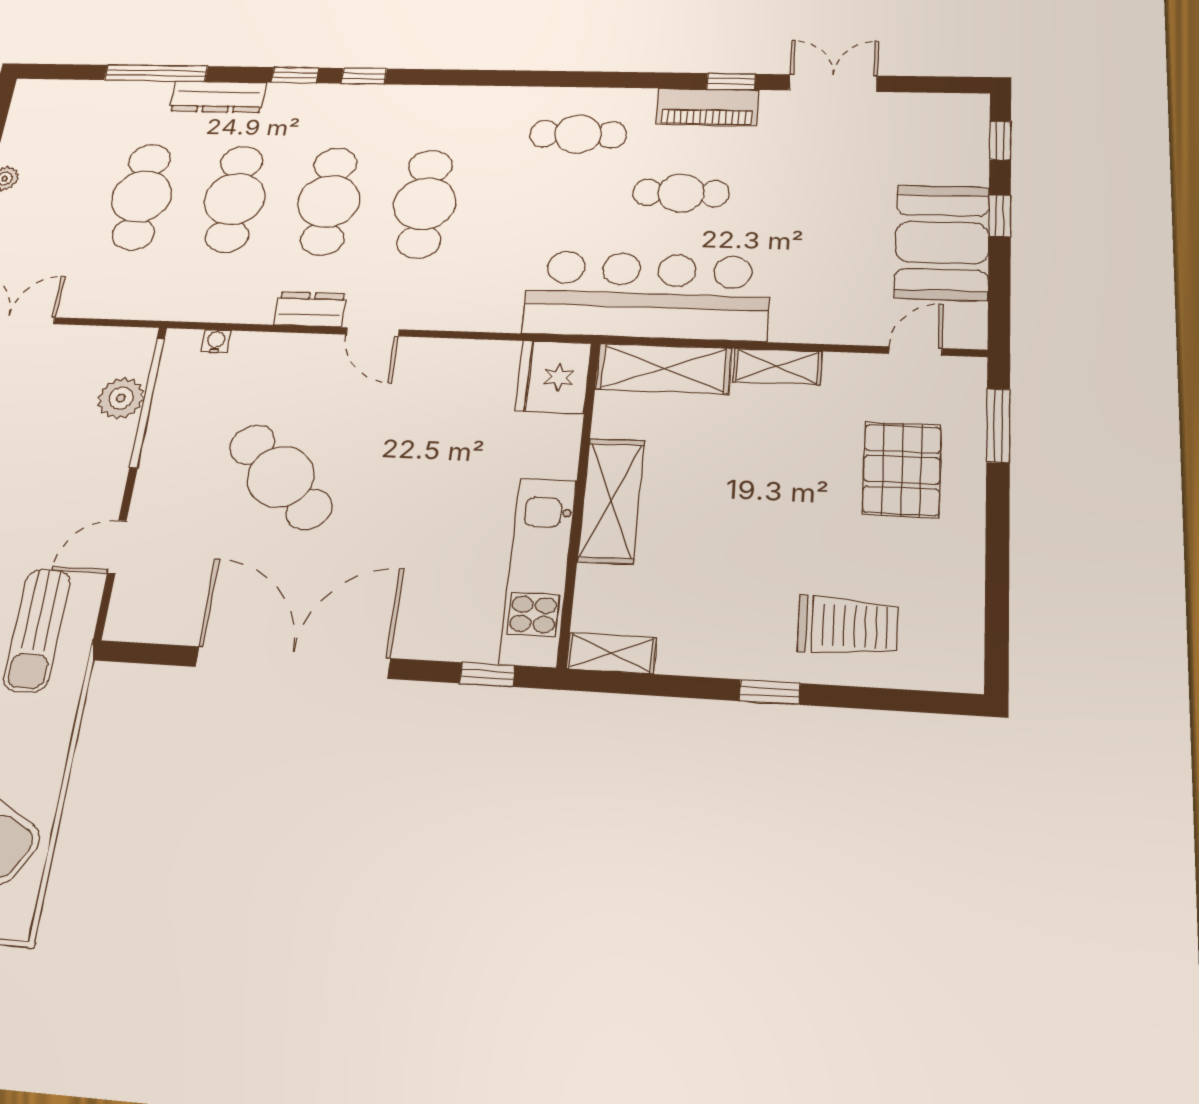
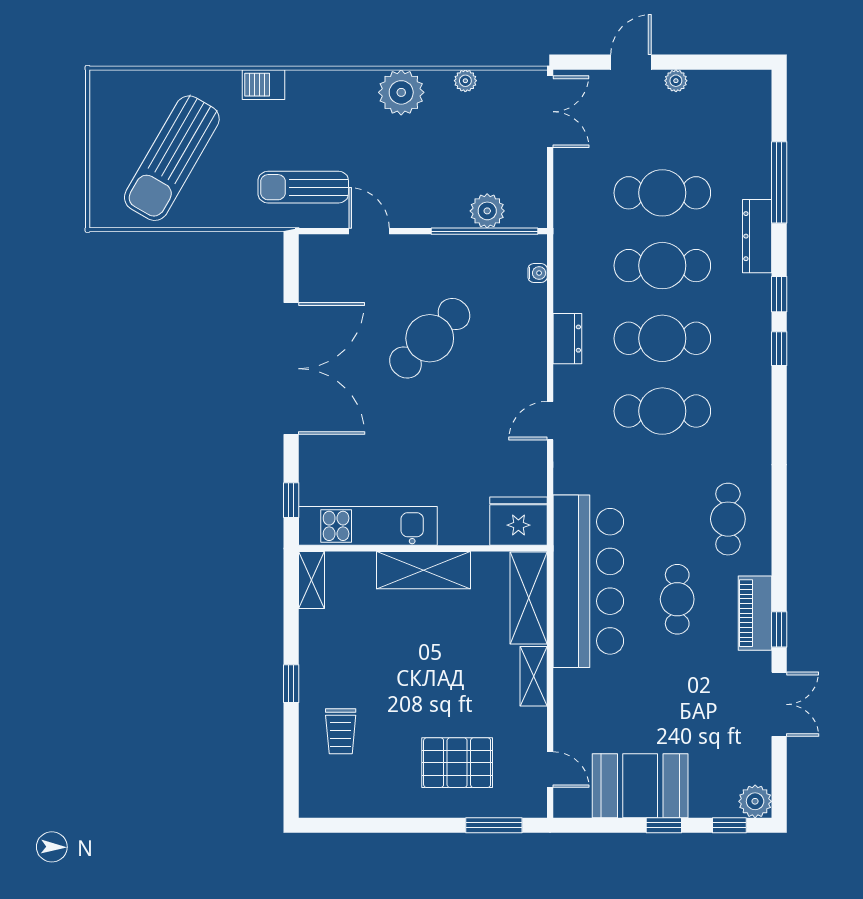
plant: (967, 111) -> (755, 801), added
door: (373, 332) -> (550, 421), moved
trolley: (848, 626) -> (341, 731), width x0.73, depth x0.72

